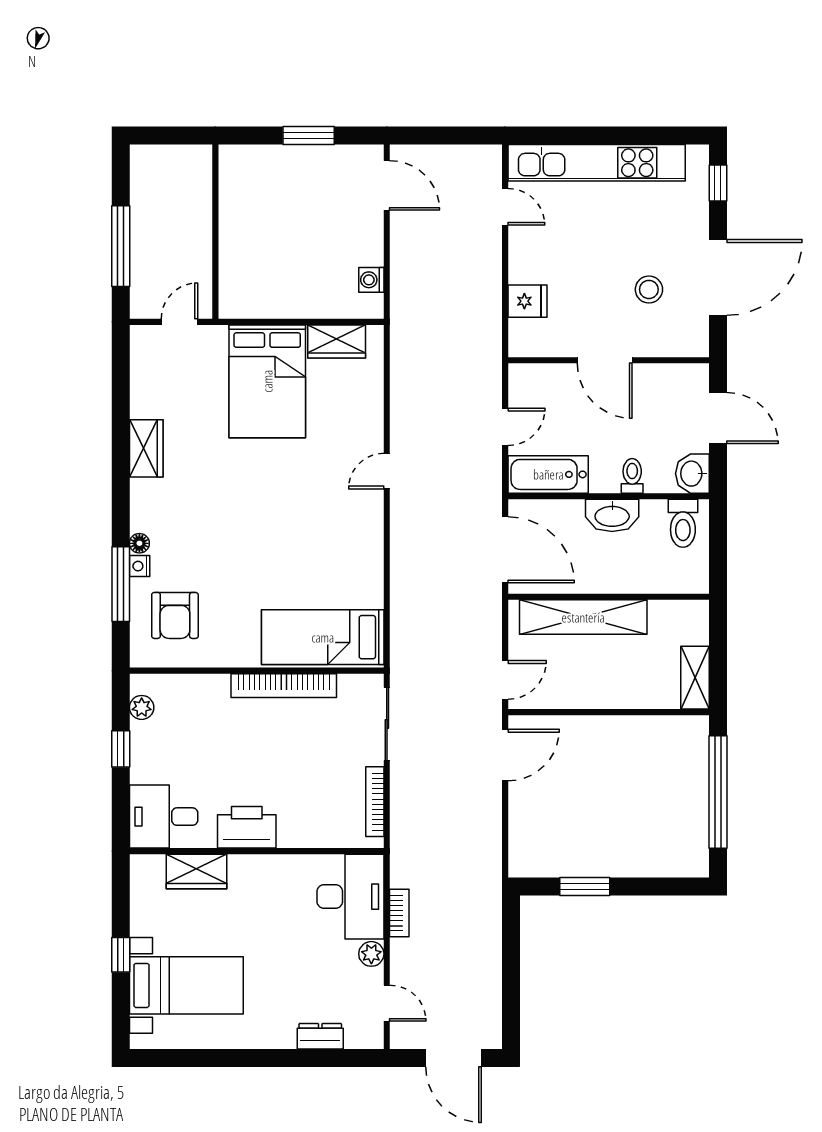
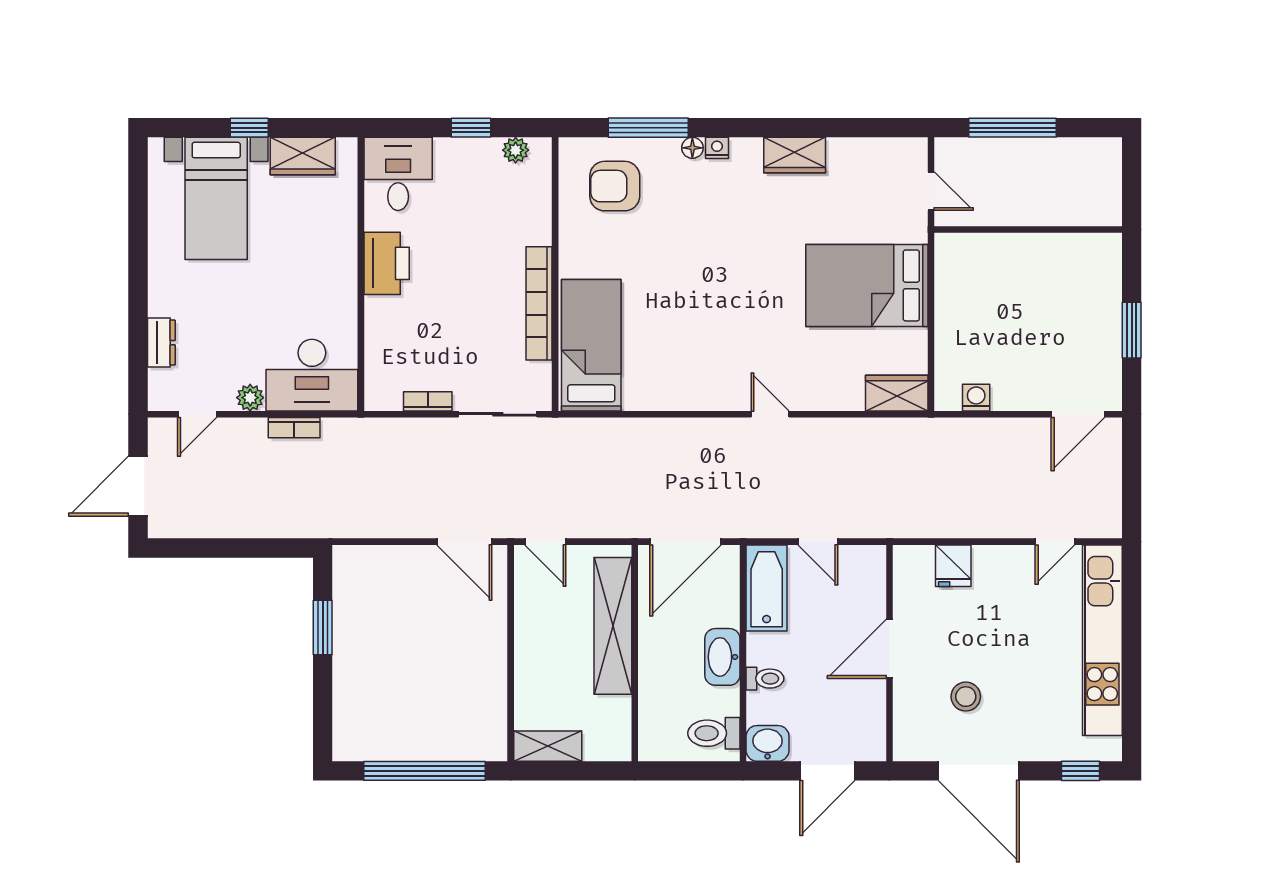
wardrobe: (337, 341) -> (897, 393), moved, turned 90
nightstand: (140, 566) -> (717, 148), moved
bookcase: (375, 802) -> (428, 401), width x0.64
wardrobe: (196, 871) -> (303, 156), moved, turned -90

